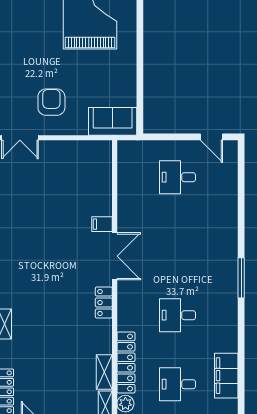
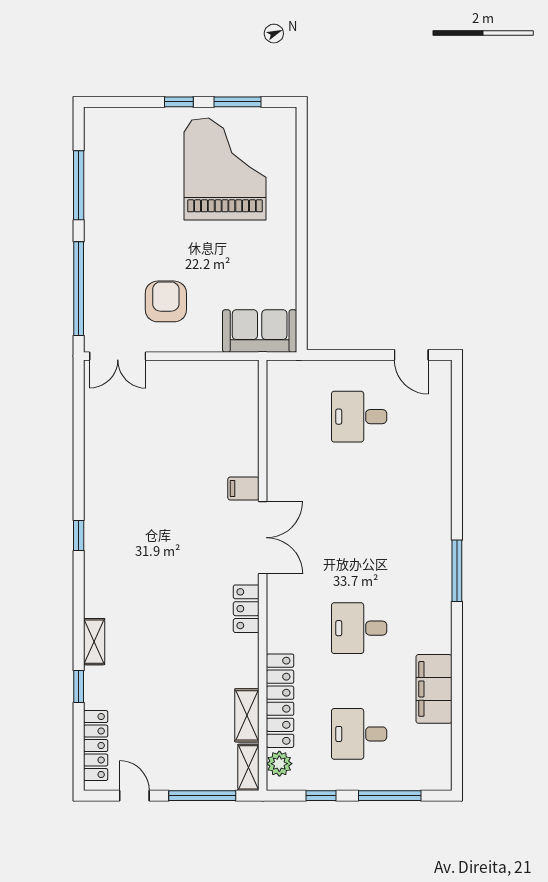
filing cabinet: (226, 376) -> (434, 689), moved

